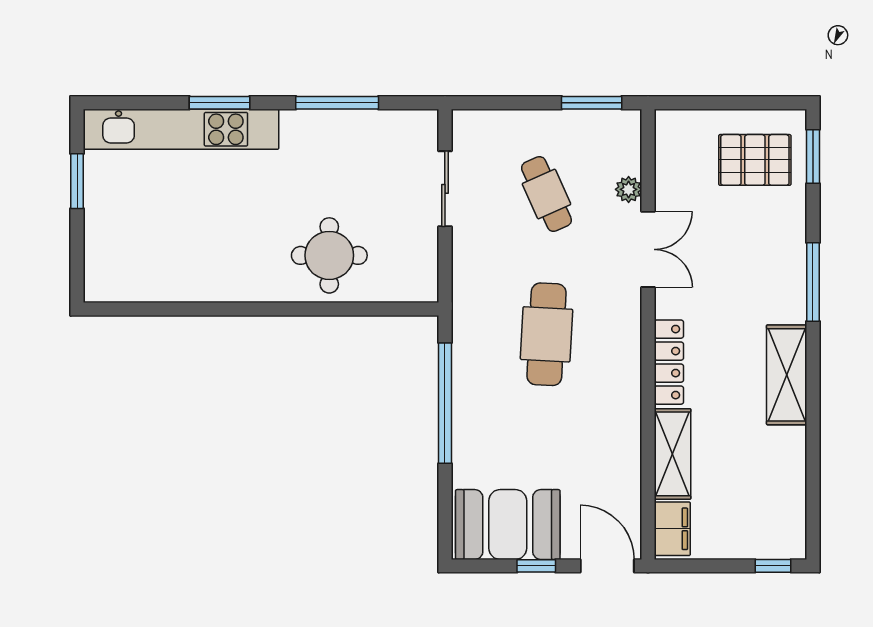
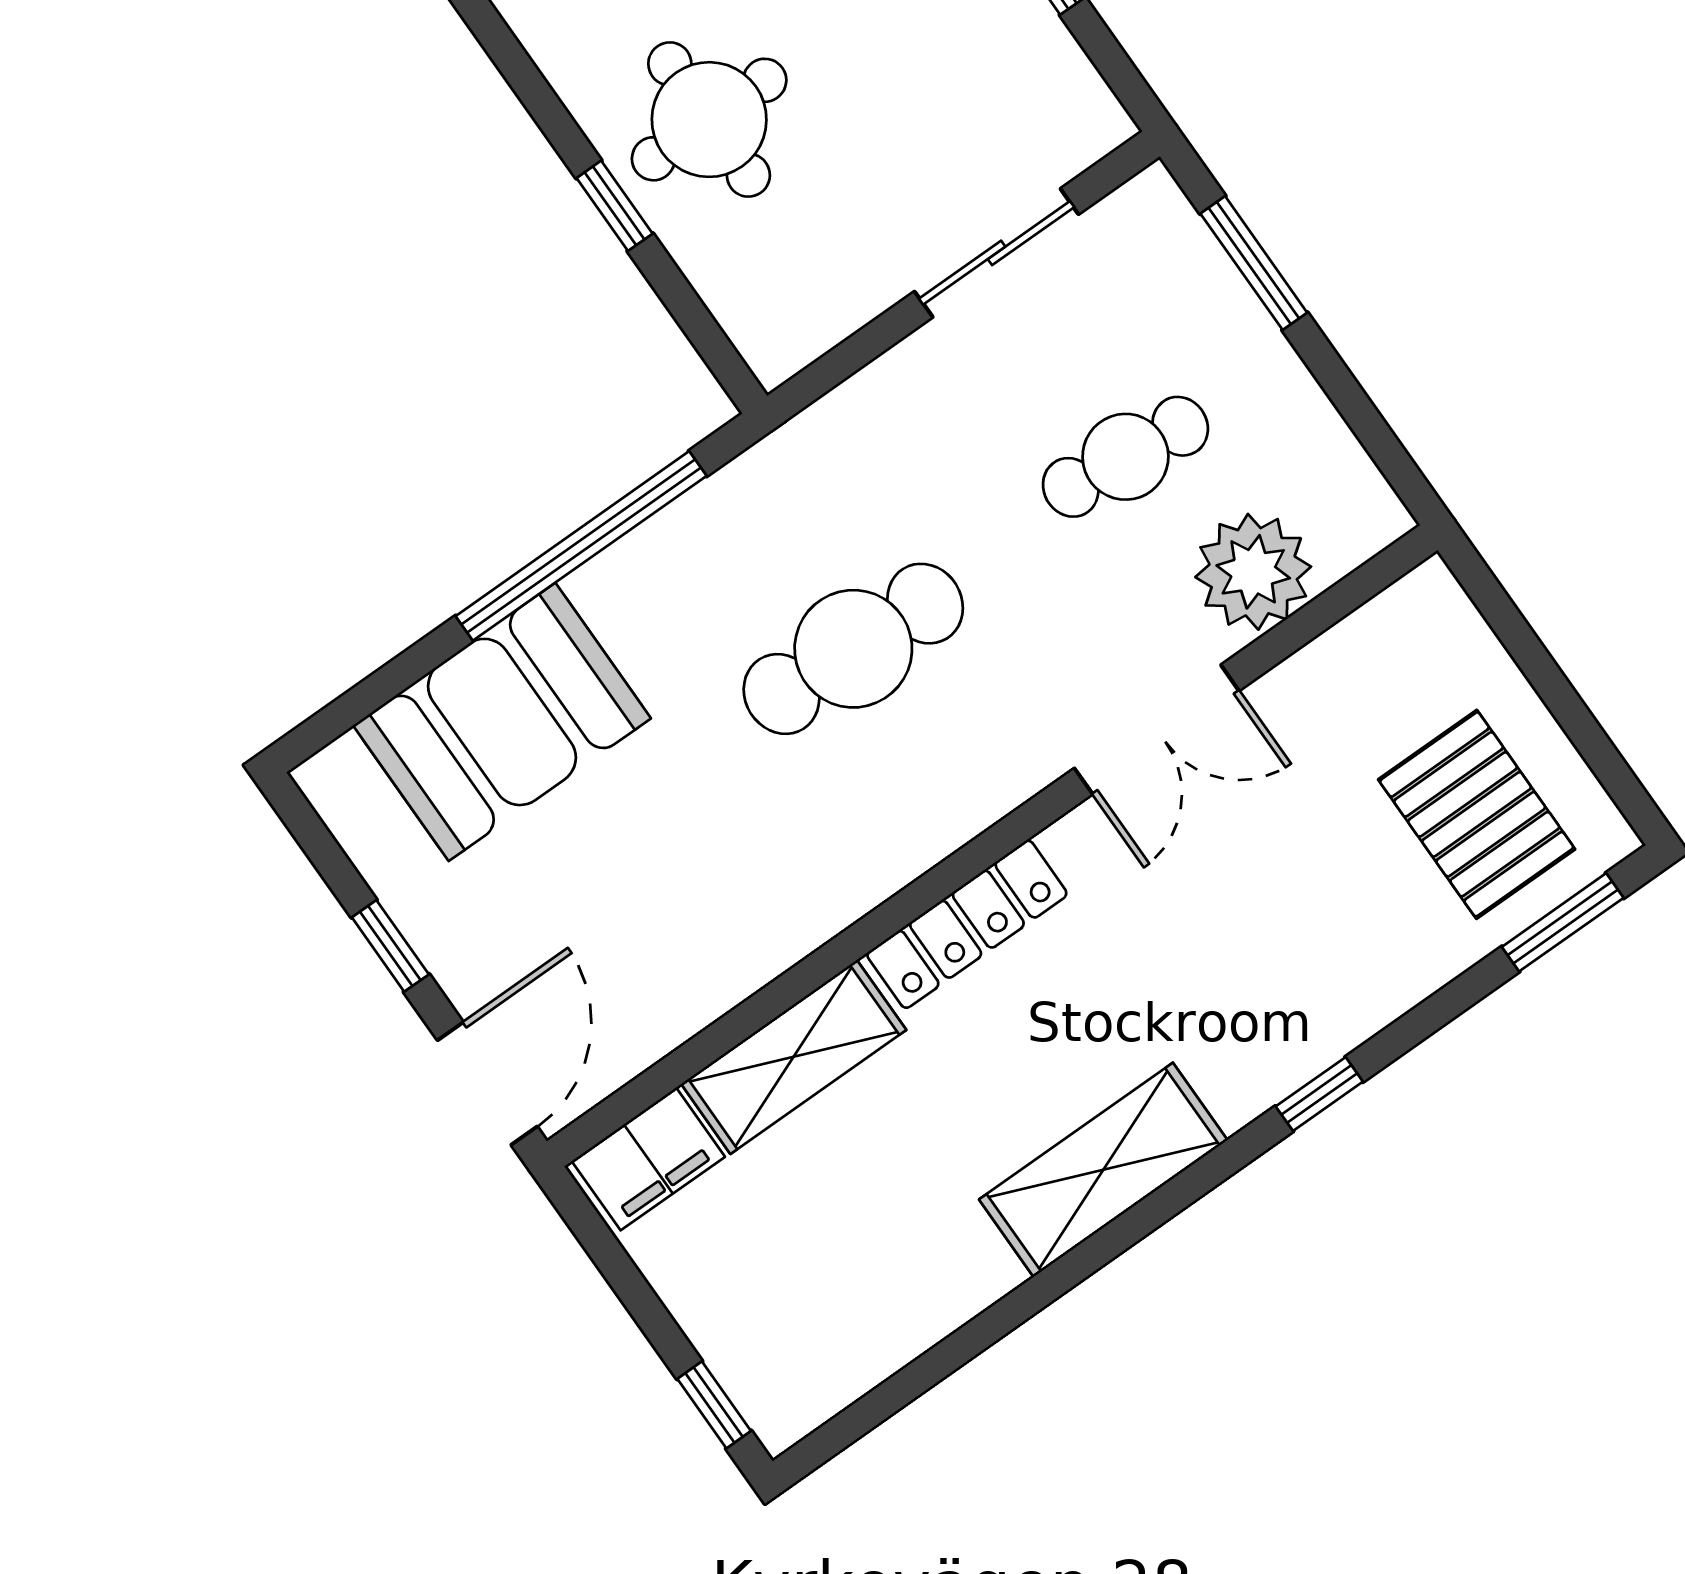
window: (592, 103) -> (1254, 263), moved
plant: (629, 189) -> (1253, 572), width x1.88, depth x1.88
cafe table: (546, 194) -> (1125, 457), turned 30
window: (813, 282) -> (1319, 1094), width x0.46
window: (336, 309) -> (615, 206), added
booth: (508, 525) -> (502, 722), moved, turned 90

